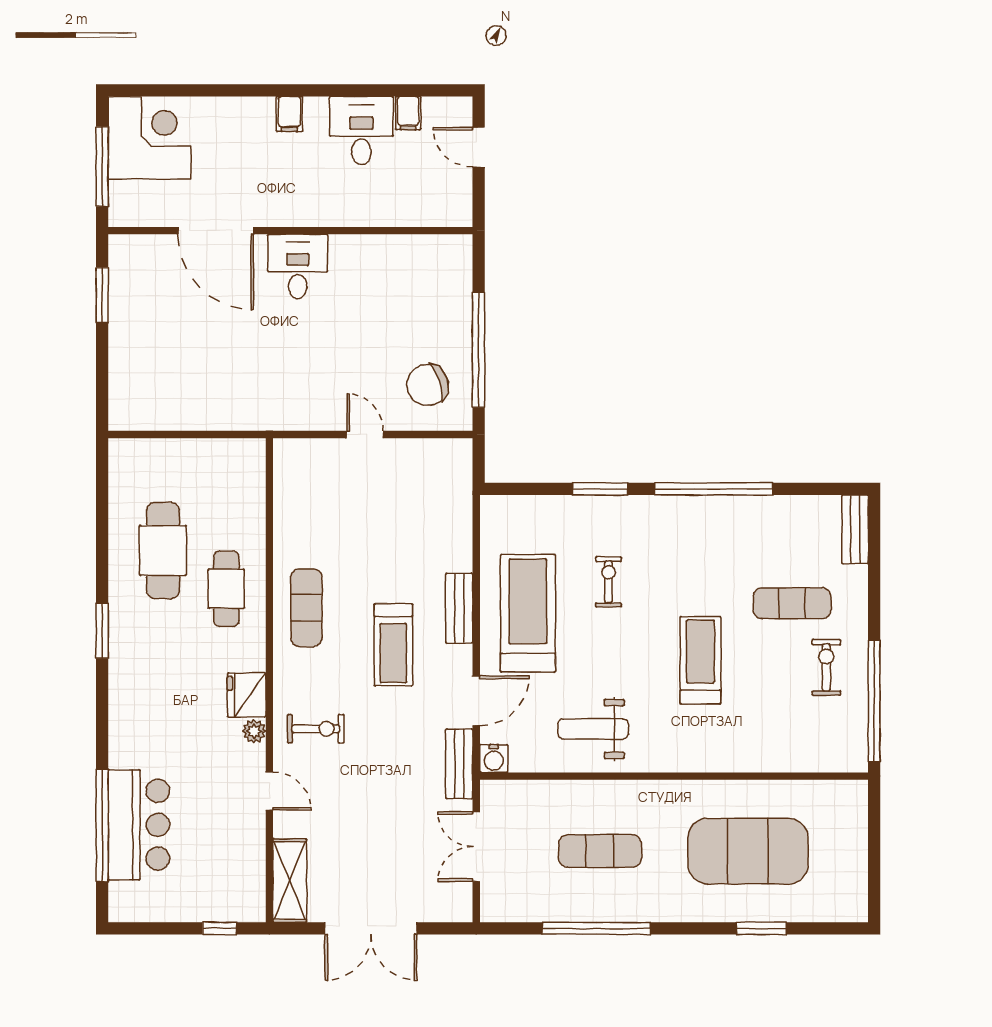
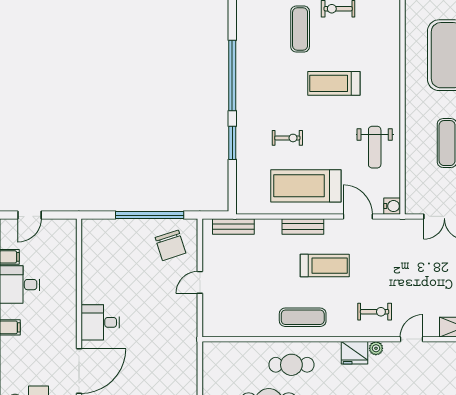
exercise bike: (609, 582) -> (287, 138), turned 180
exercise bike: (316, 729) -> (375, 312), turned 90
bench: (459, 764) -> (233, 227), moved

